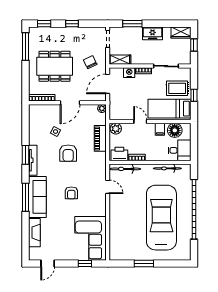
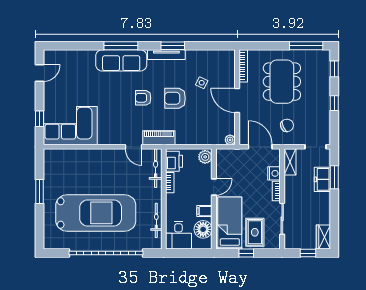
freezer: (153, 33) -> (322, 179), moved
piano: (100, 138) -> (159, 138), moved
door: (108, 187) -> (134, 147), hinge flipped
armchair: (71, 193) -> (143, 98), moved
fireplace: (34, 233) -> (77, 57), removed
door: (48, 263) -> (39, 73), swing flipped

